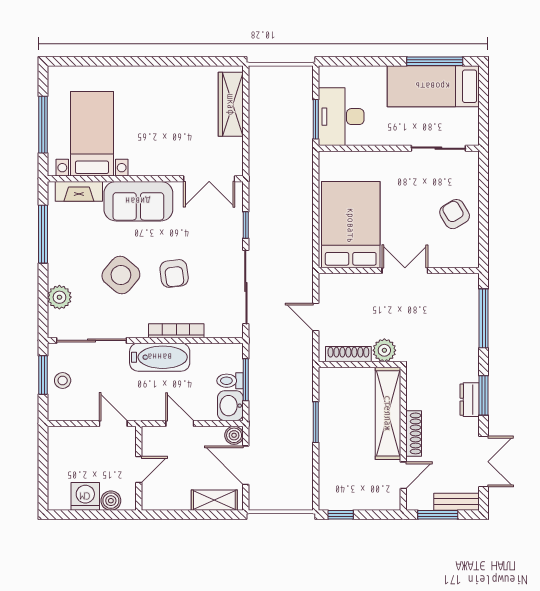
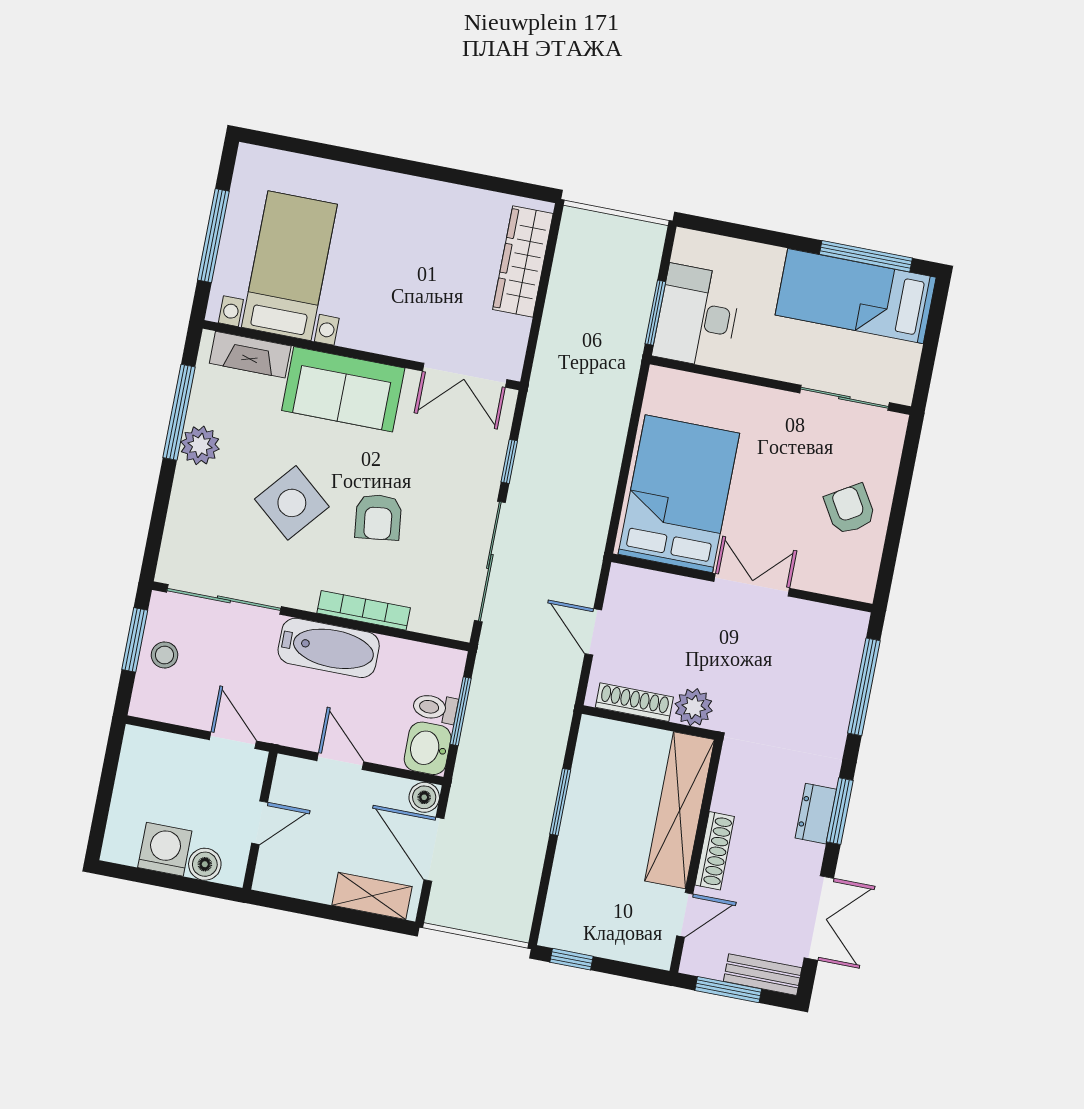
plant: (59, 297) -> (200, 445), moved

